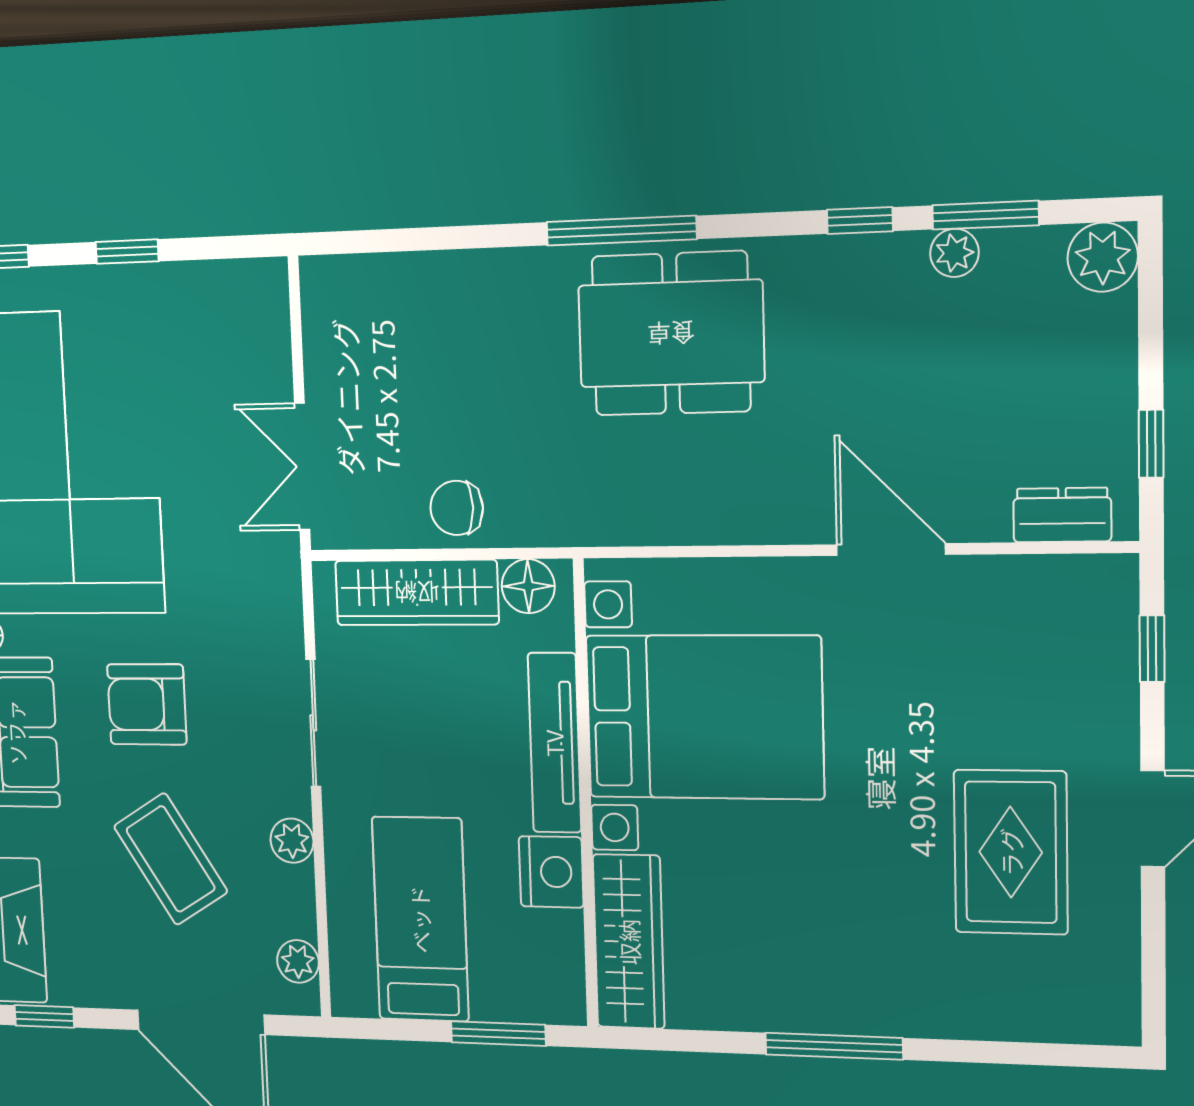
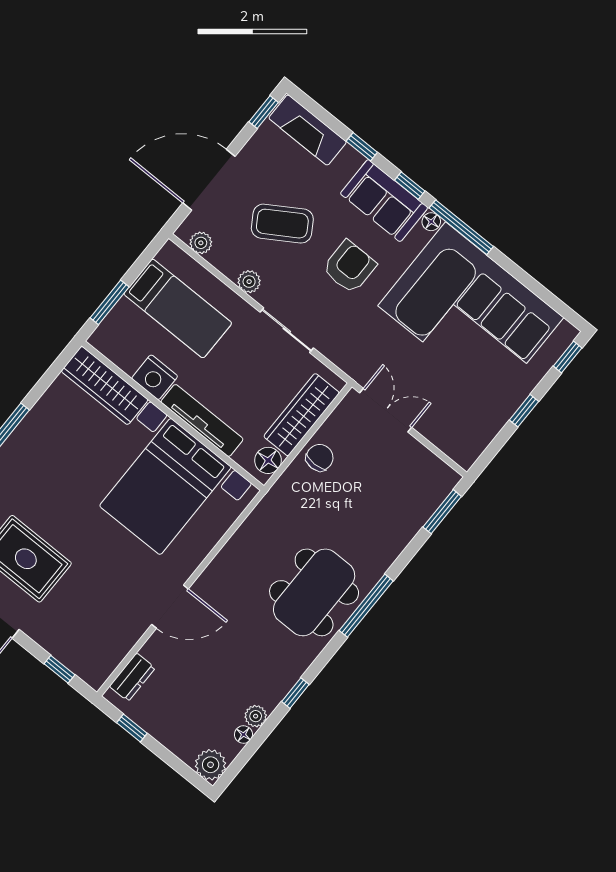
window: (985, 215) -> (442, 512), moved
floor lamp: (1003, 246) -> (243, 735), added

